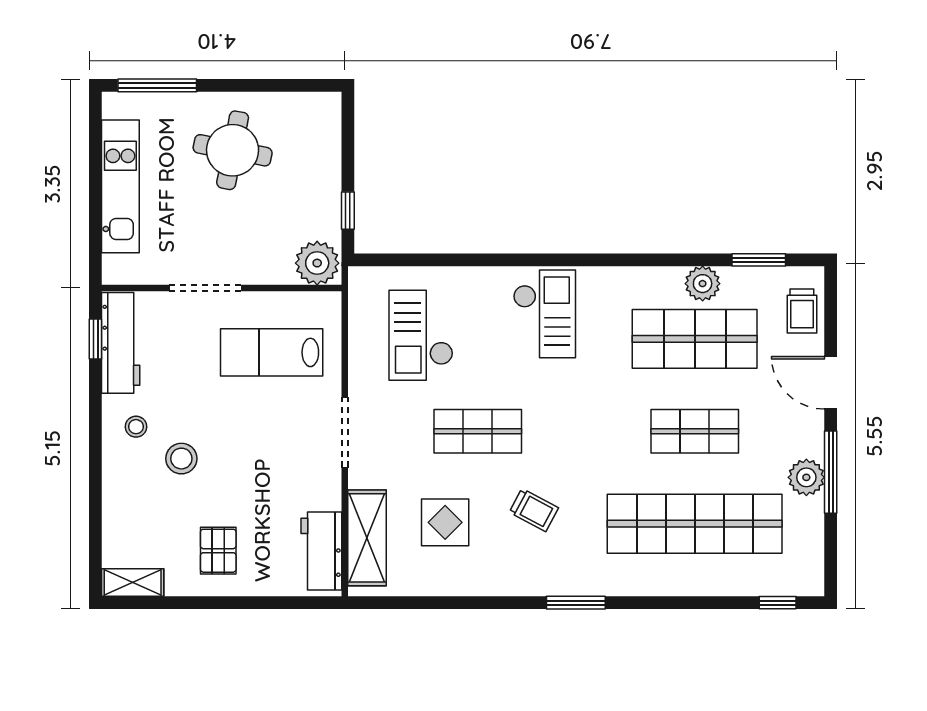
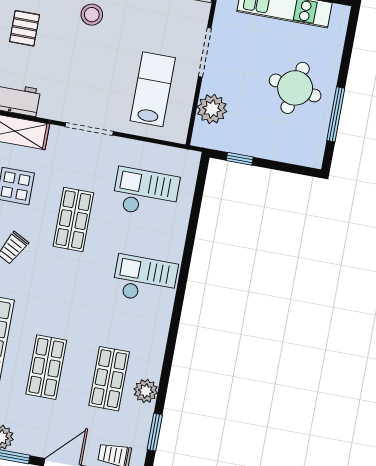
window: (157, 85) -> (336, 114), moved
plant: (317, 263) -> (212, 109), moved
checkout: (544, 314) -> (145, 280), turned 180
shop shelf: (695, 339) -> (109, 379), width x0.70, depth x0.74
pallet: (218, 551) -> (25, 28), turned 90

